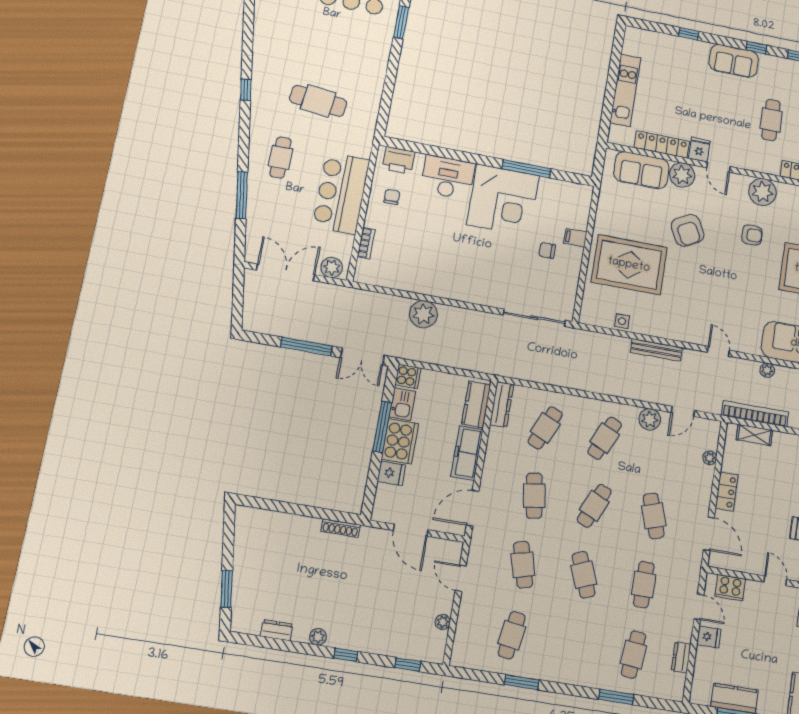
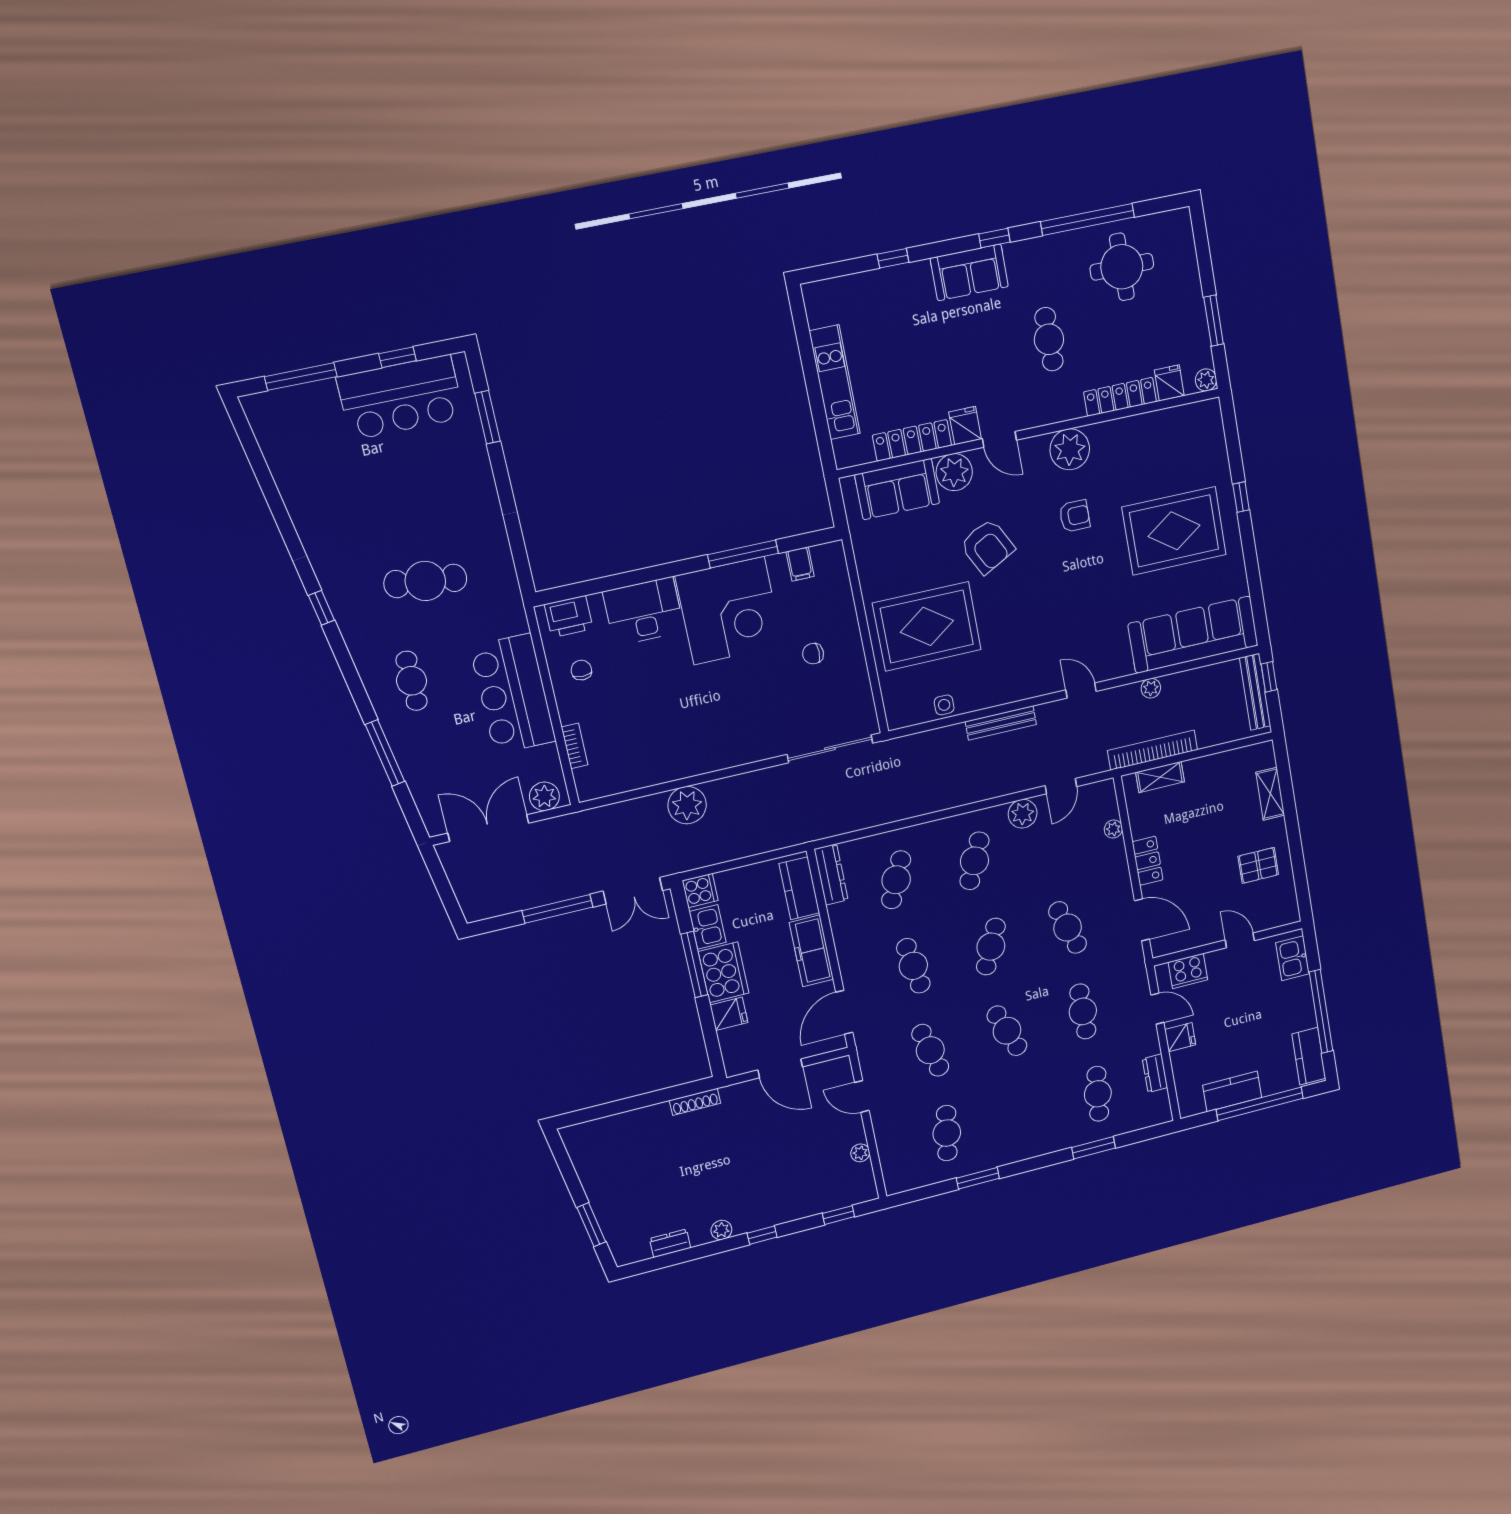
filing cabinet: (575, 238) -> (800, 564), moved, turned -90

